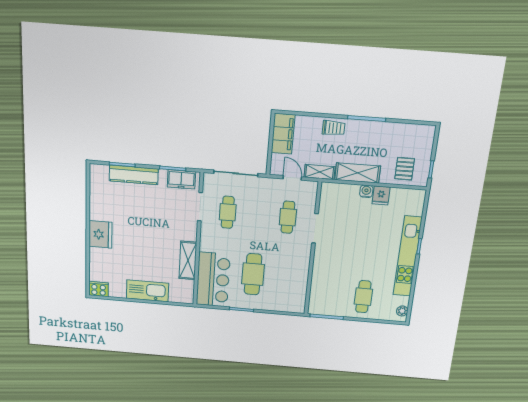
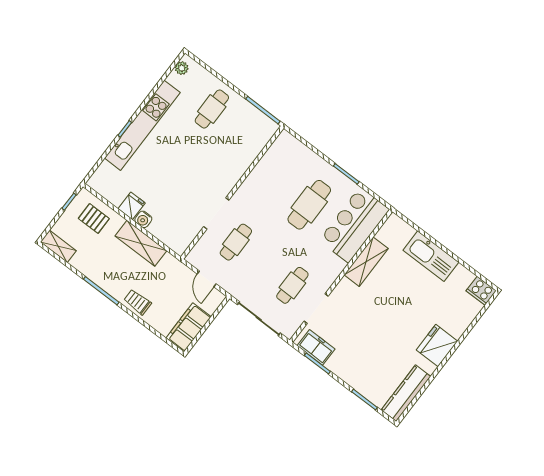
pallet: (405, 169) -> (94, 218), turned 90
shelving: (320, 172) -> (58, 246), moved
kitchen counter: (134, 175) -> (406, 393), moved, turned -90

